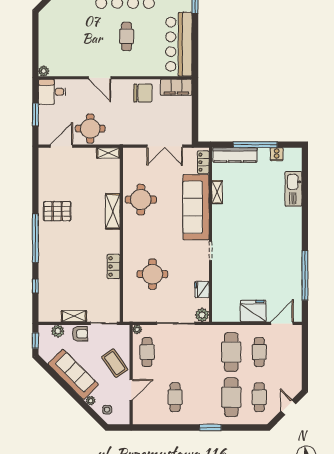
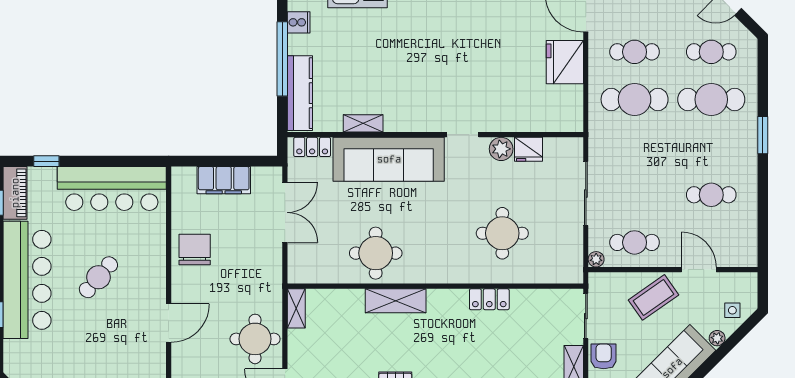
cafe table: (127, 36) -> (98, 277), turned -49
filing cabinet: (176, 87) -> (224, 180), moved, turned 90
plant: (202, 315) -> (501, 149), moved

